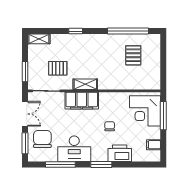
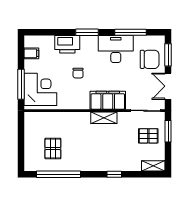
pallet: (58, 68) -> (148, 136), moved
chair: (42, 139) -> (150, 59), turned -90

